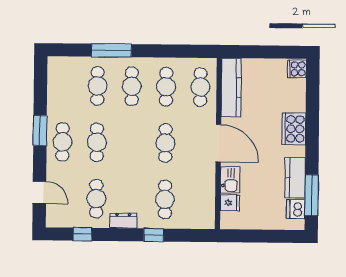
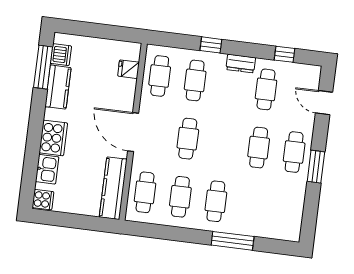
cafe table: (97, 86) -> (160, 76), moved
kitchen sink: (230, 180) -> (47, 169), moved, turned 180

